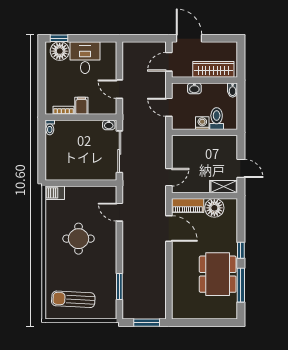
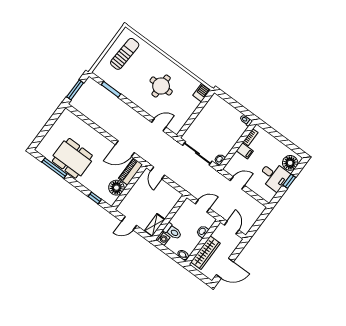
window: (59, 38) -> (289, 181), moved
door: (189, 38) -> (225, 268), moved
washing machine: (202, 123) -> (163, 238), moved
shelving: (224, 187) -> (155, 225), moved
window: (241, 250) -> (95, 198), moved

